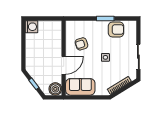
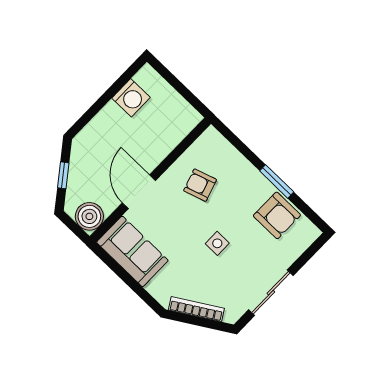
washing machine: (31, 27) -> (131, 98), moved
door: (64, 65) -> (139, 192), swing flipped

